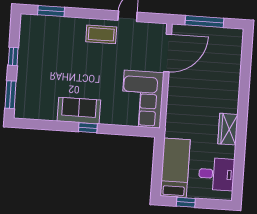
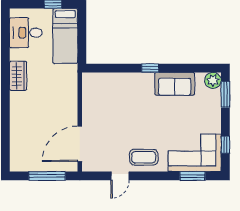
window: (13, 56) -> (225, 145), moved
corner sofa: (142, 99) -> (195, 153), moved, turned -90
plant: (23, 110) -> (213, 80), added
sofa: (79, 111) -> (175, 84), moved

